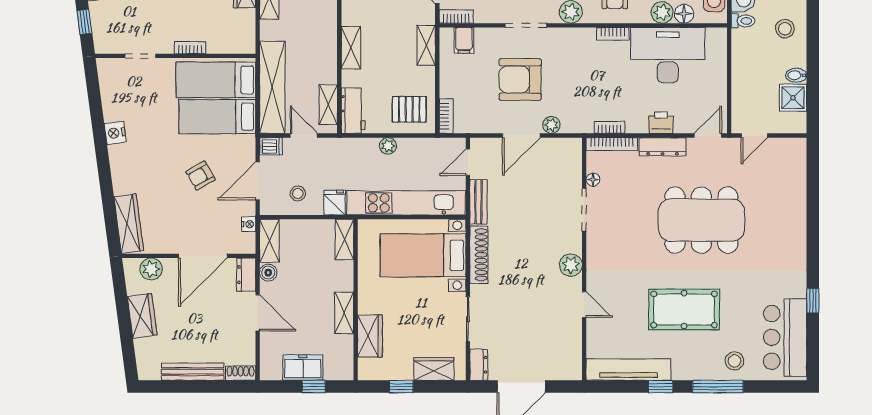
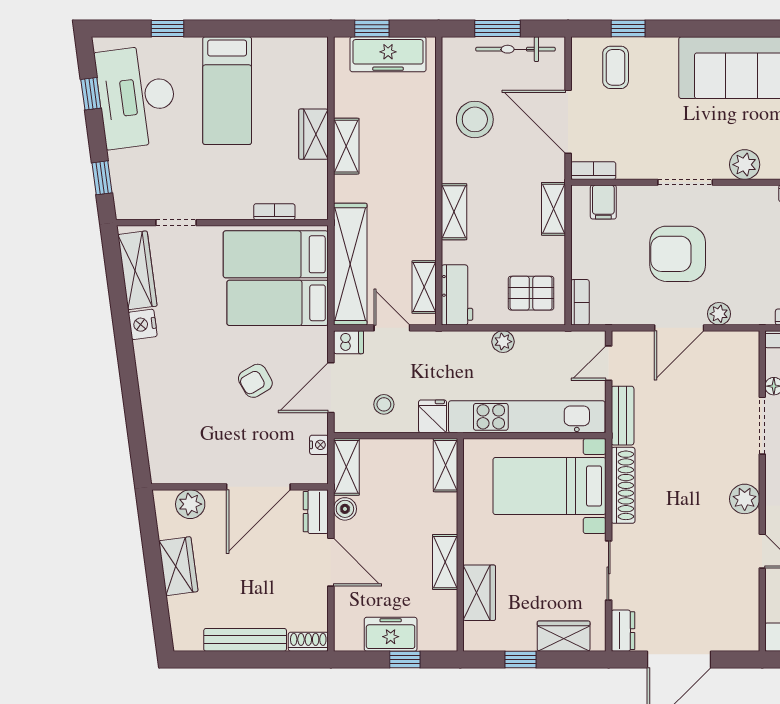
bookcase: (190, 48) -> (274, 212), moved
wardrobe: (129, 224) -> (137, 270), moved

